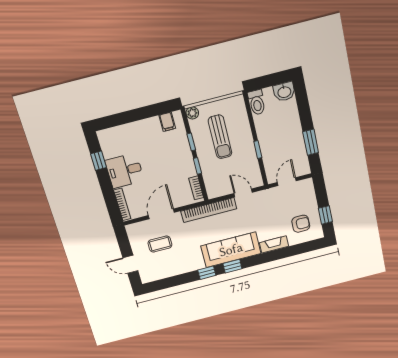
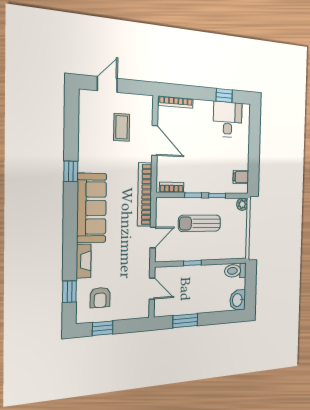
sun lounger: (220, 137) -> (200, 223), moved
desk: (125, 171) -> (228, 119), moved
window: (232, 266) -> (69, 292), moved

